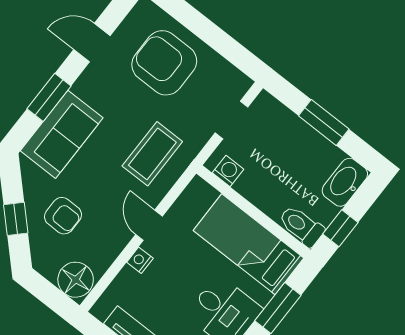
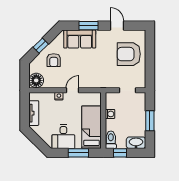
armchair: (164, 63) -> (129, 54), turned -90
coffee table: (152, 154) -> (96, 73), removed
washing machine: (228, 171) -> (110, 114), moved

